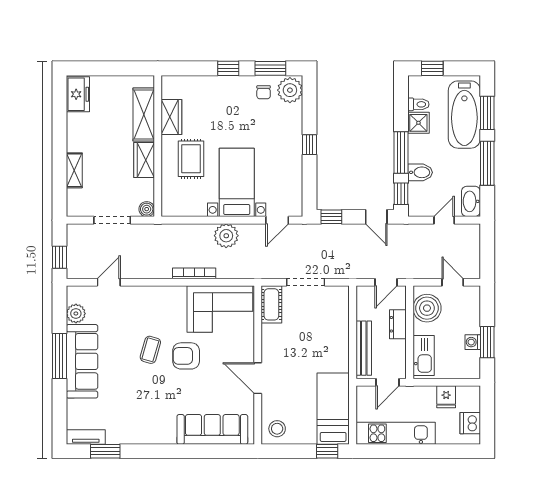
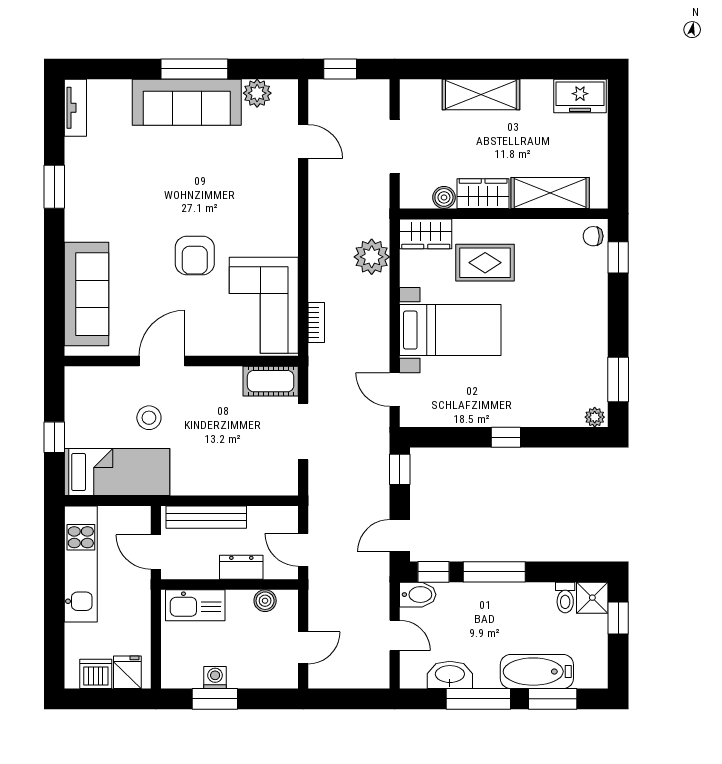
window: (228, 68) -> (618, 257), moved
plant: (290, 90) -> (595, 417), width x0.53, depth x0.53
chair: (264, 92) -> (593, 236), moved
bathtub: (464, 115) -> (537, 672), width x0.73, depth x0.73
wardrobe: (171, 117) -> (426, 234), moved
shower: (418, 123) -> (592, 598), moved
shelving: (74, 170) -> (481, 95), width x1.50, depth x1.33
bidet: (420, 172) -> (418, 595), moved, turned -90
washbasin: (471, 201) -> (450, 675), moved
boiler: (147, 209) -> (444, 197), moved
plant: (226, 236) -> (372, 257), moved
bookcase: (194, 273) -> (316, 323), moved, width x0.64
boiler: (427, 308) -> (265, 601), width x0.54, depth x0.54
coffee table: (150, 350) -> (204, 203), removed
armchair: (186, 356) -> (195, 255), turned 180
fridge: (446, 397) -> (127, 672), moved, turned 90
stool: (277, 429) -> (149, 418), moved
window: (105, 451) -> (54, 187), moved
window: (327, 451) -> (54, 437), moved

